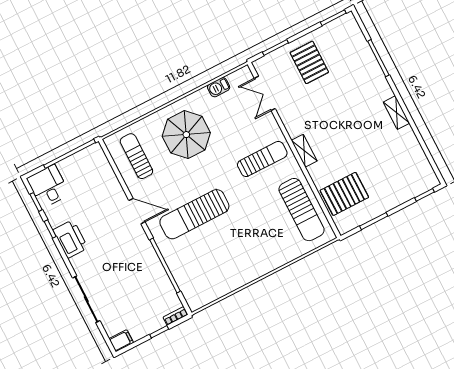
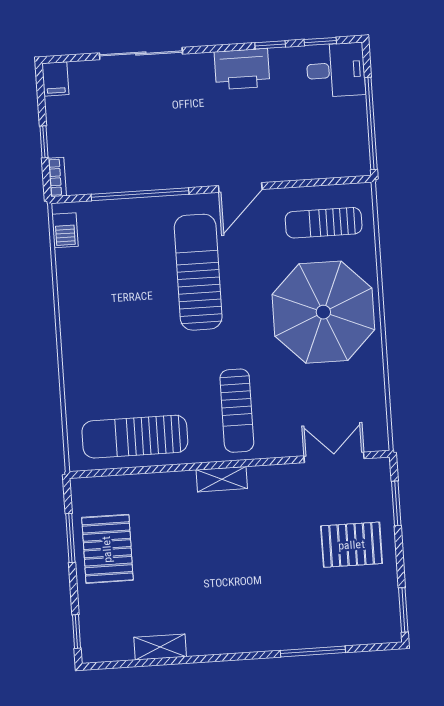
barbecue: (219, 87) -> (65, 230), moved, turned 180
shelving: (396, 113) -> (160, 647), moved
parasol: (186, 135) -> (323, 312), width x1.36, depth x1.36
sun lounger: (136, 156) -> (324, 223), turned 180
pallet: (344, 194) -> (107, 549), moved

